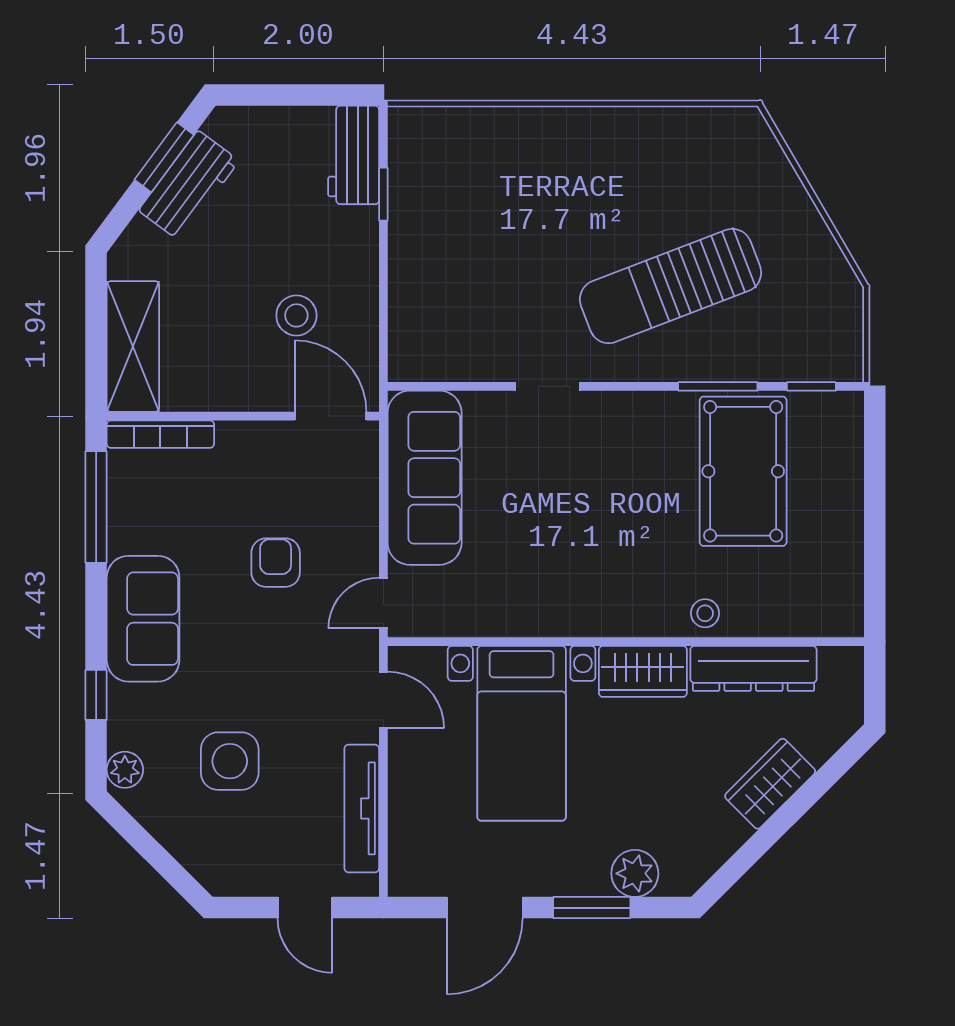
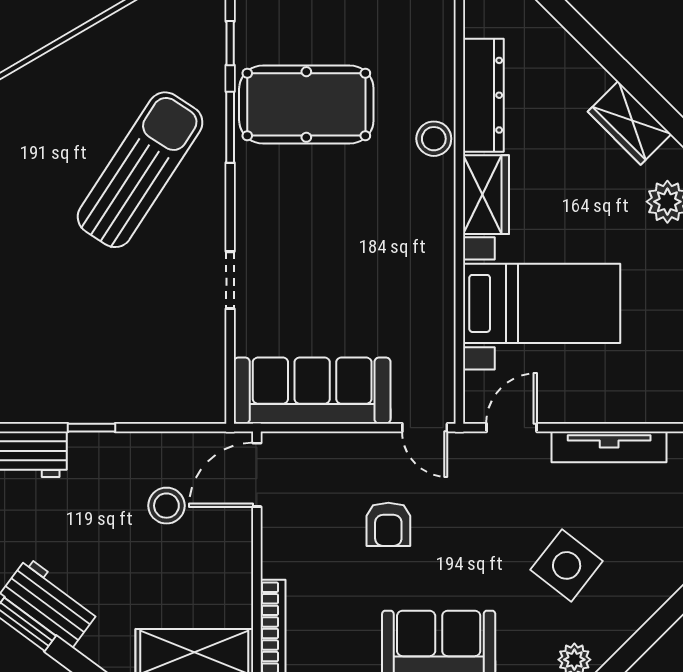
window: (383, 194) -> (91, 428), moved
sun lounger: (671, 286) -> (140, 170), turned -126
armchair: (276, 563) -> (388, 524), turned -90
stool: (705, 613) -> (434, 139), width x1.37, depth x1.37
side table: (230, 761) -> (567, 565), turned 38
wardrobe: (770, 784) -> (629, 123), moved

